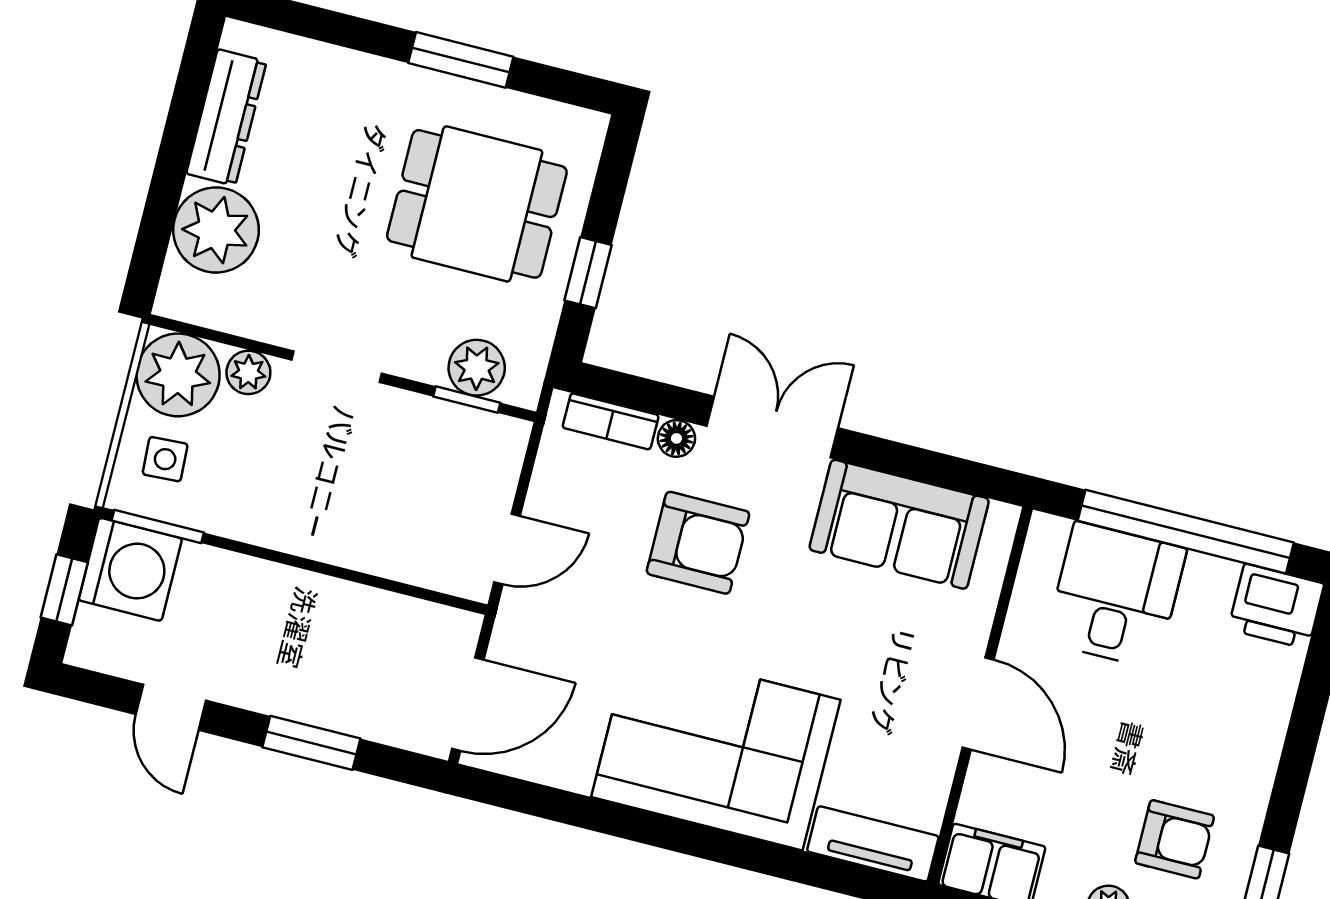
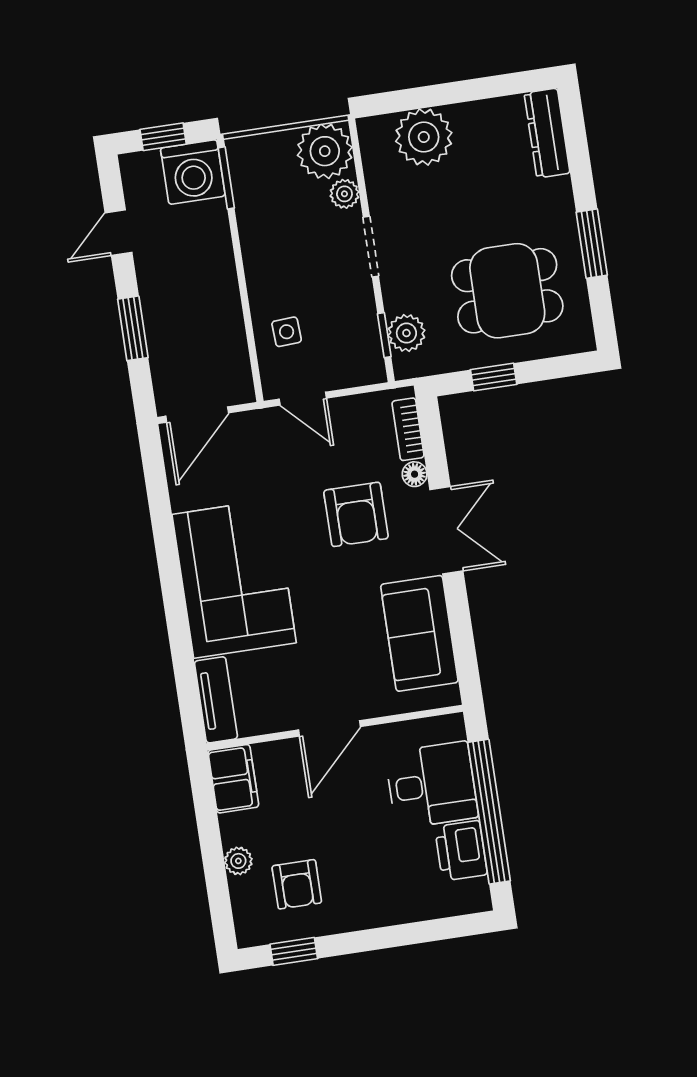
dresser: (226, 117) -> (547, 133), moved, turned 90
dining table: (477, 204) -> (507, 291), turned 90
side table: (165, 459) -> (287, 332), moved
printer: (1276, 606) -> (461, 851), moved
door: (468, 704) -> (197, 415), hinge flipped

